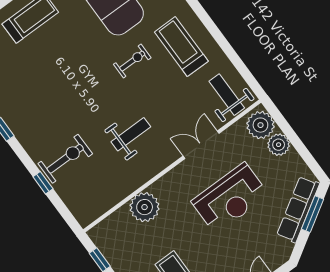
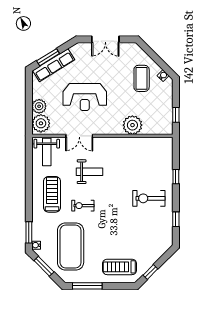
treadmill: (181, 47) -> (52, 194), turned 180
weight bench: (131, 134) -> (89, 172), moved, turned 180
exercise bike: (65, 159) -> (149, 198), moved
reception desk: (230, 198) -> (85, 97), turned 180

